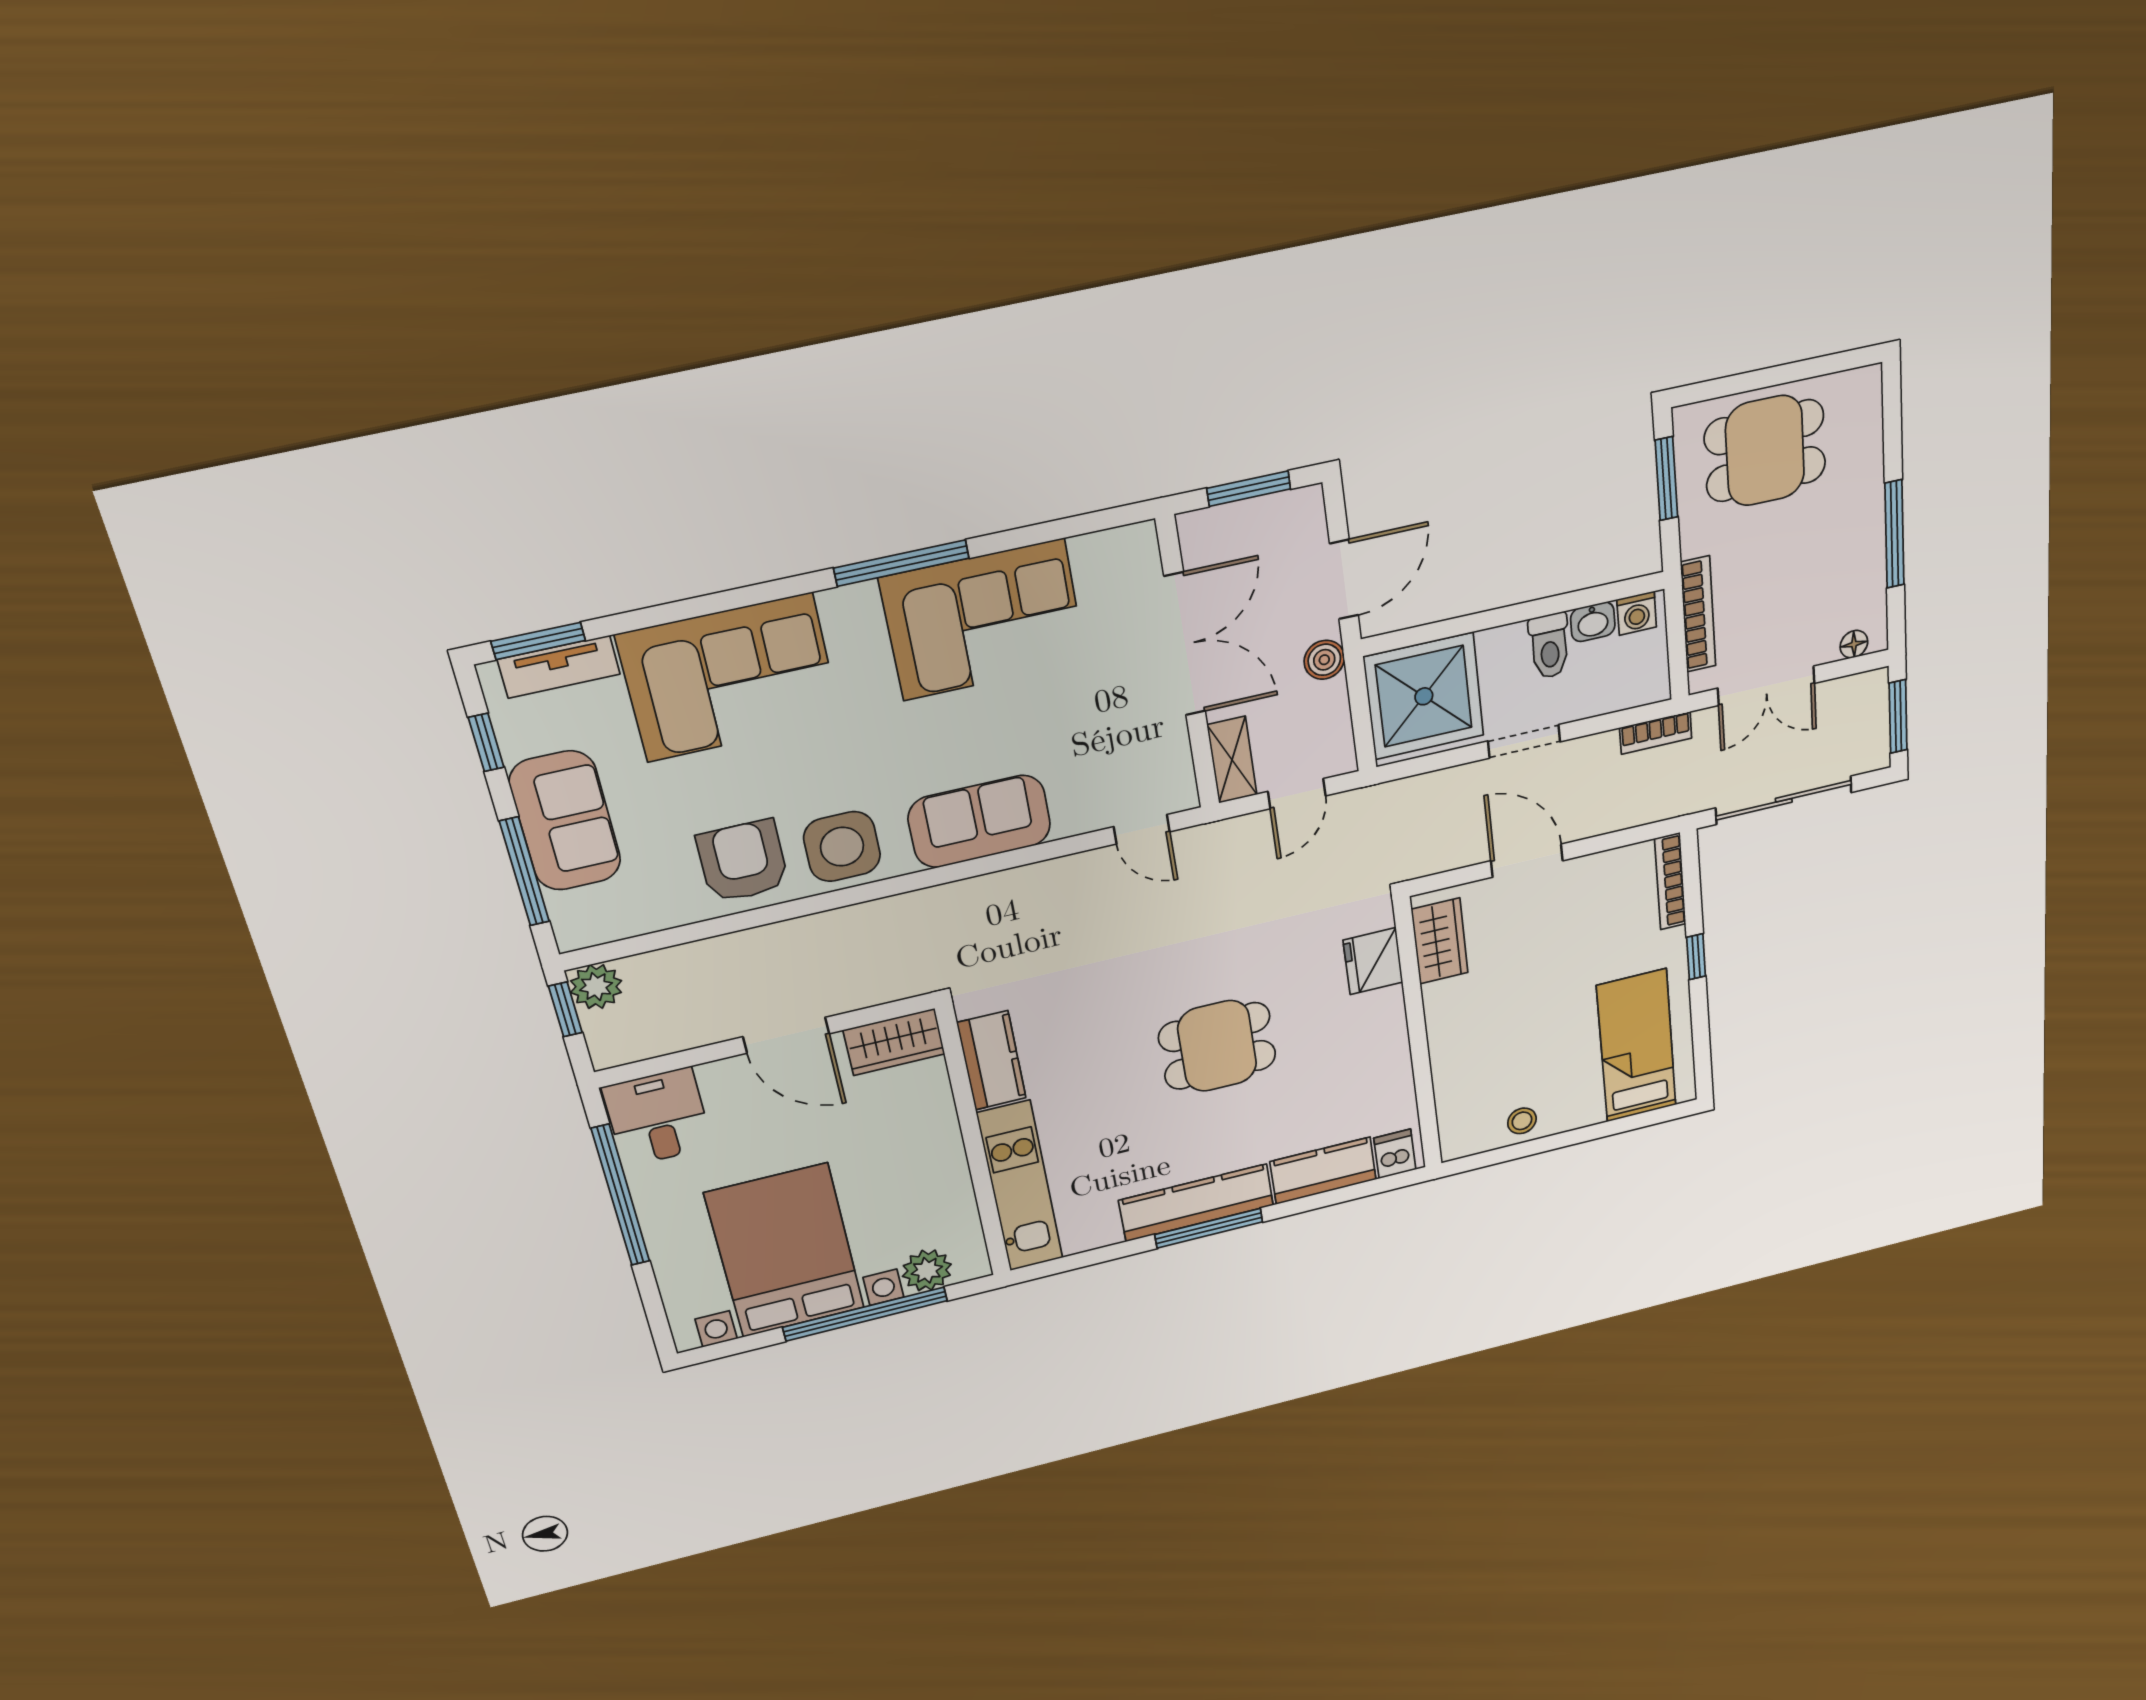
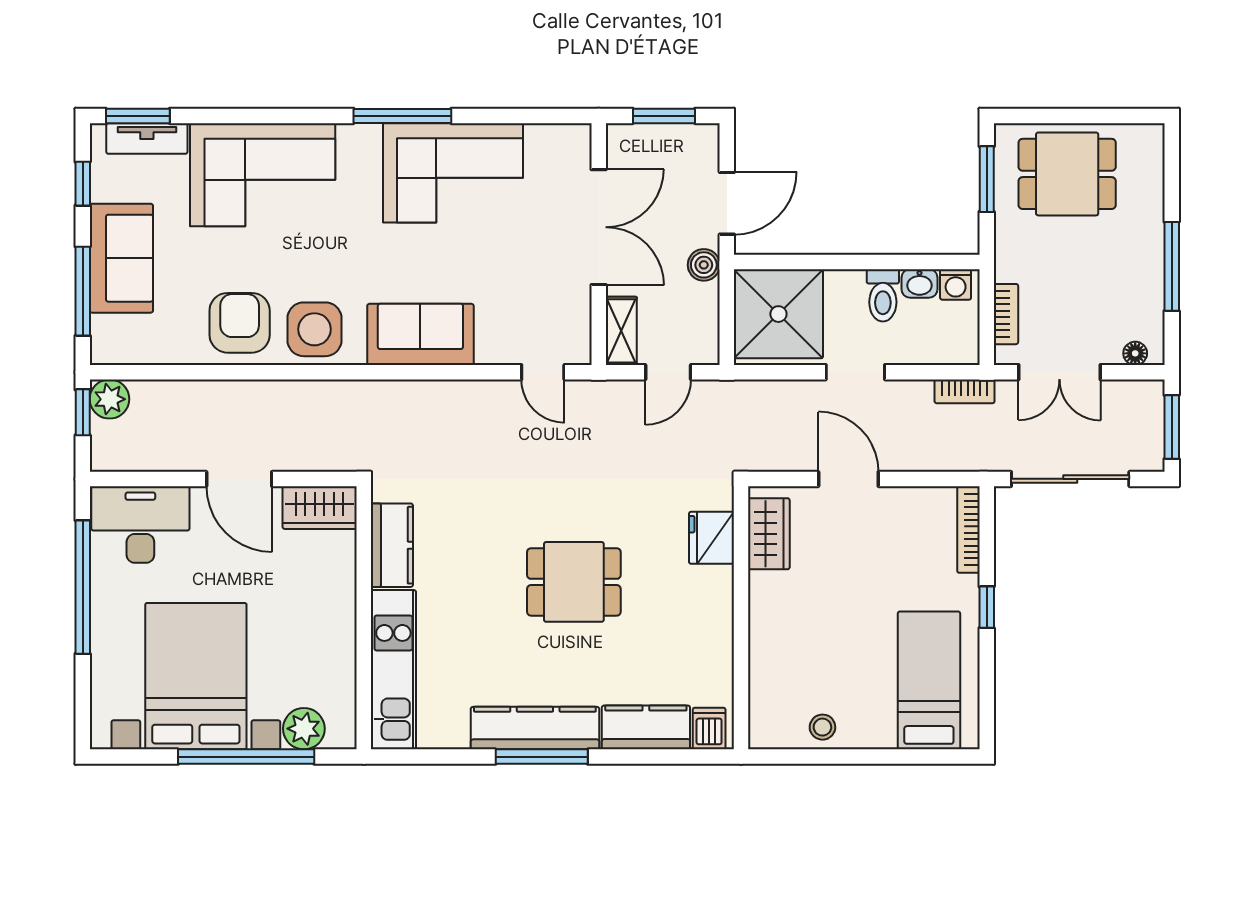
bookcase: (1698, 614) -> (1006, 314), width x0.64
desk: (658, 1117) -> (140, 525), width x1.37

